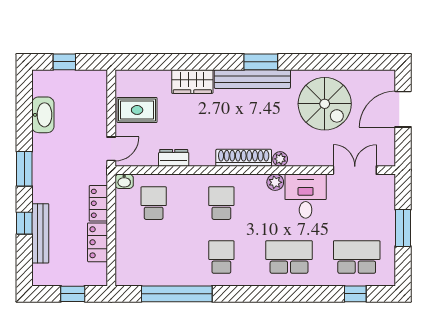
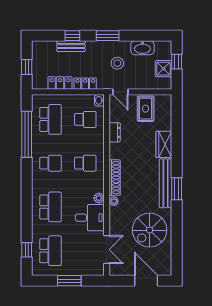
shower: (75, 82) -> (163, 69), added
stool: (67, 154) -> (117, 63), added
bench: (40, 233) -> (71, 46), width x0.73
school desk: (154, 257) -> (50, 119), added

